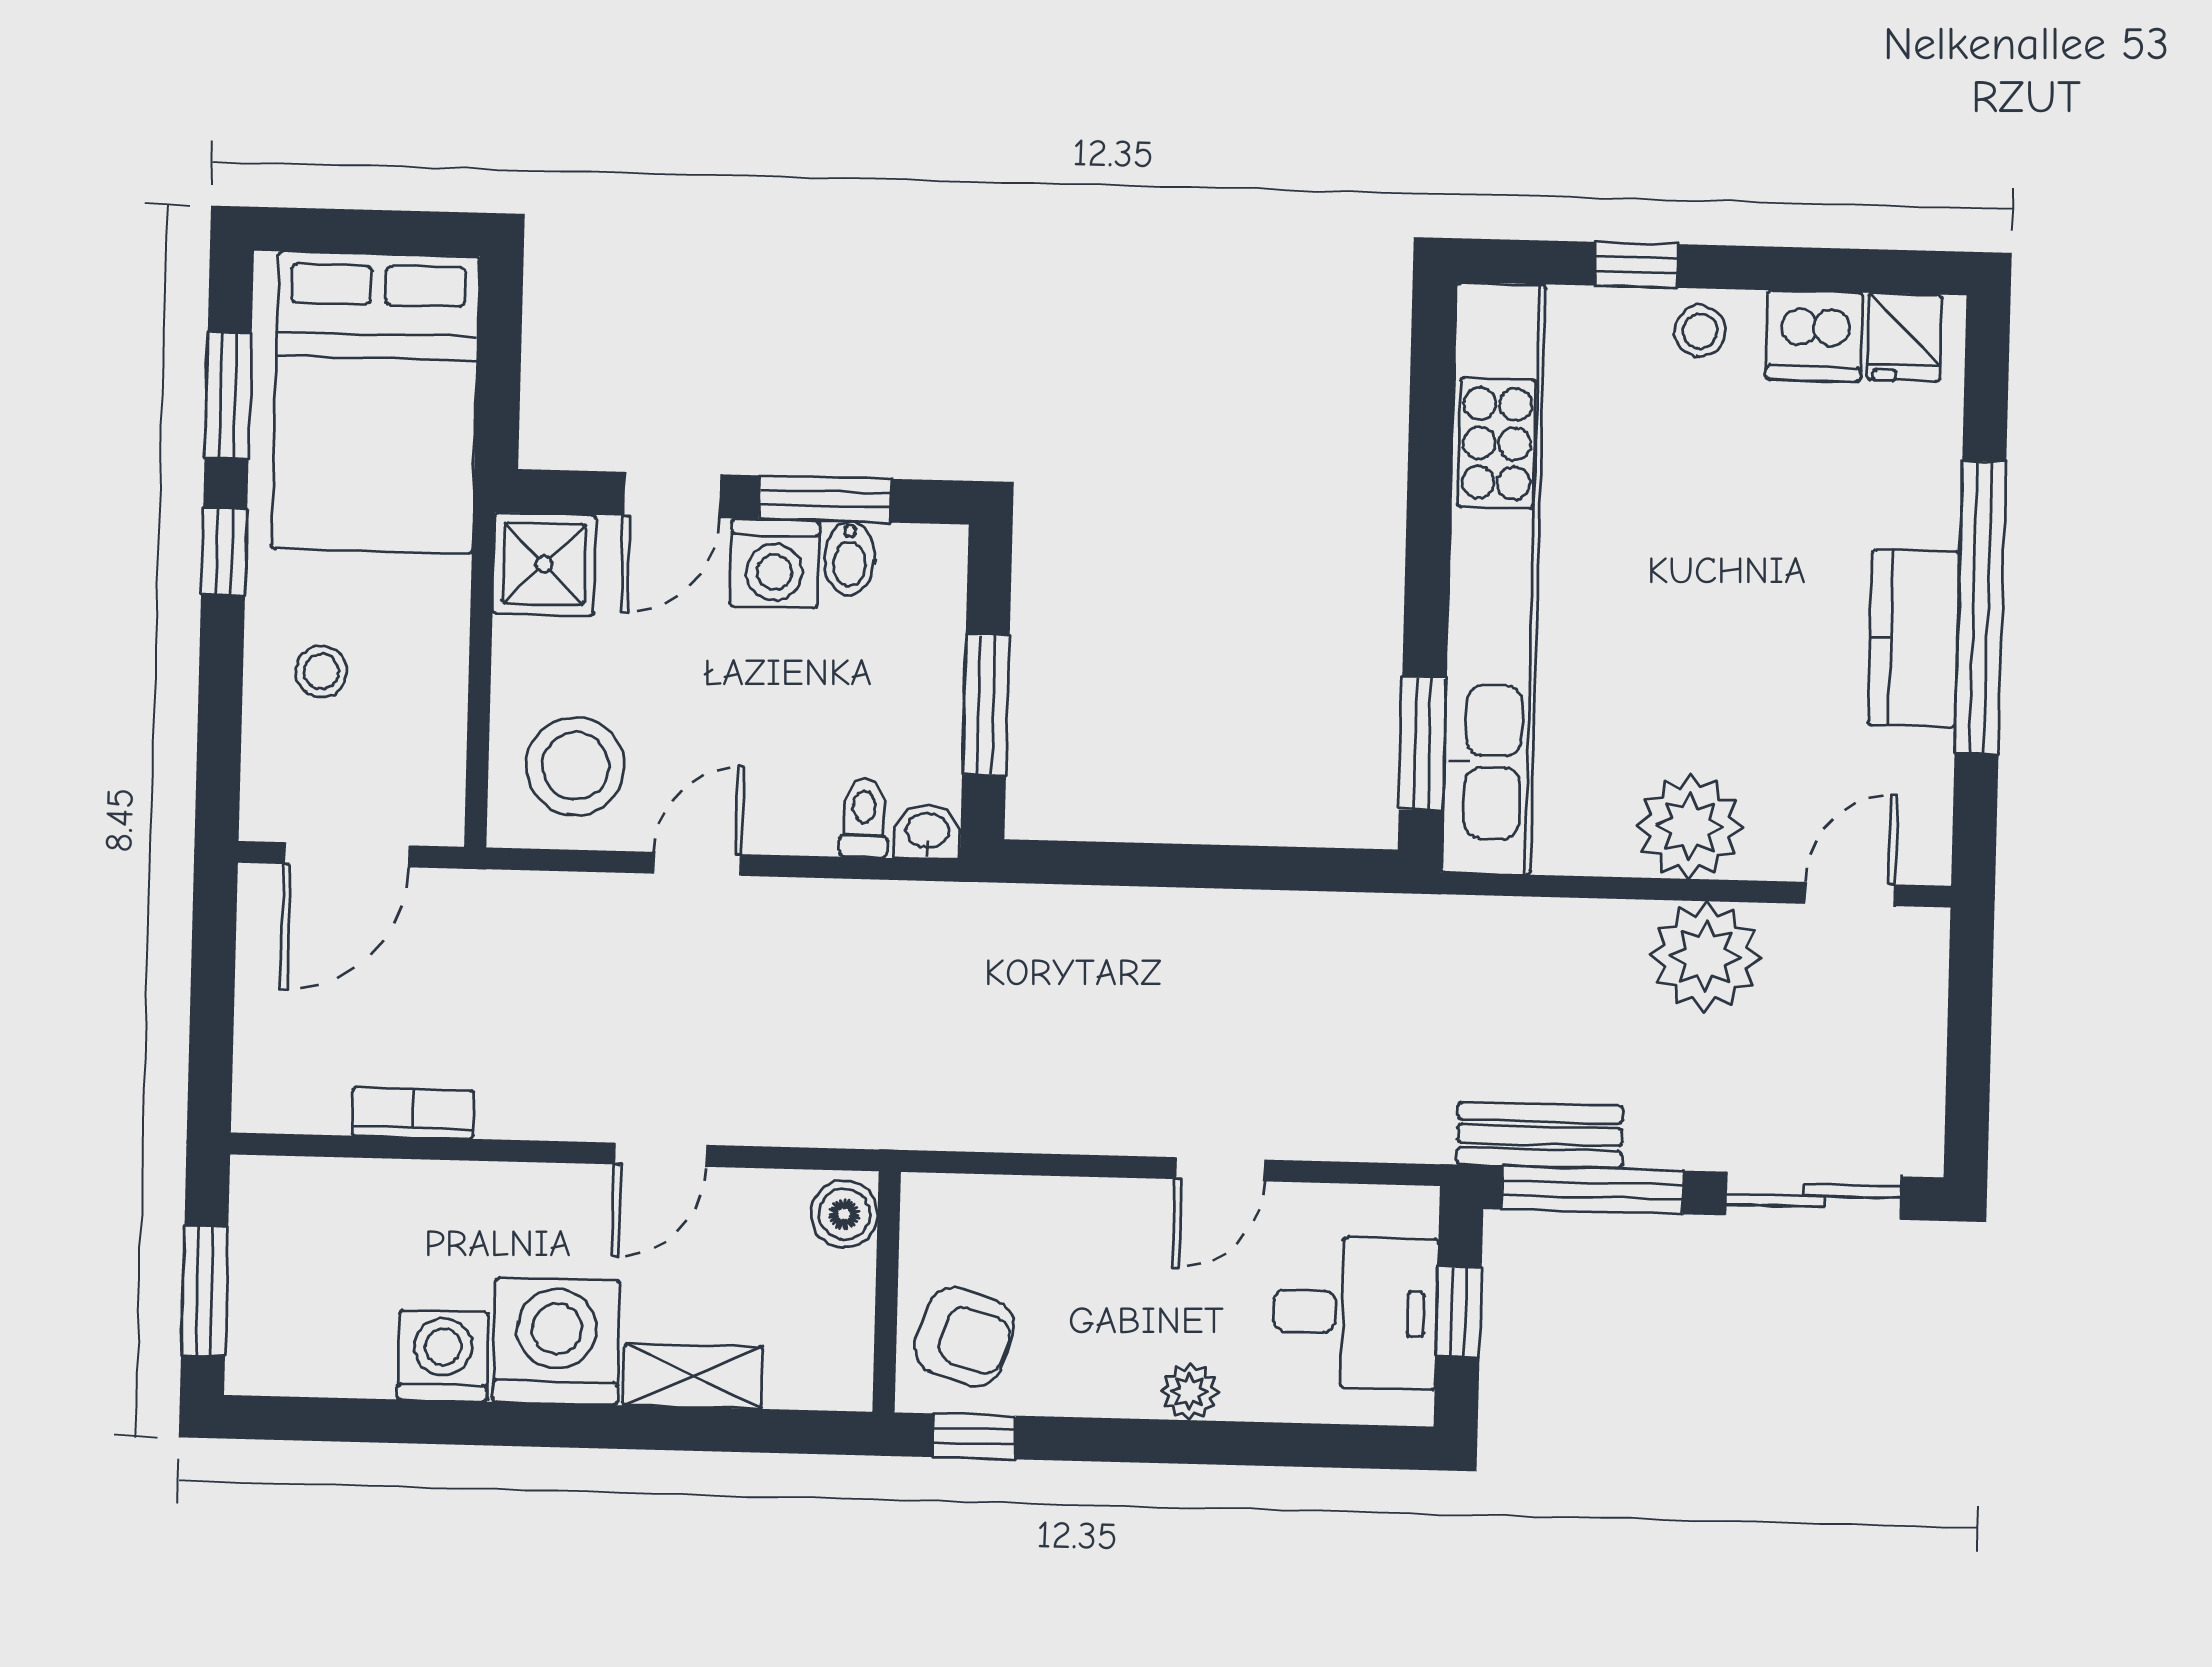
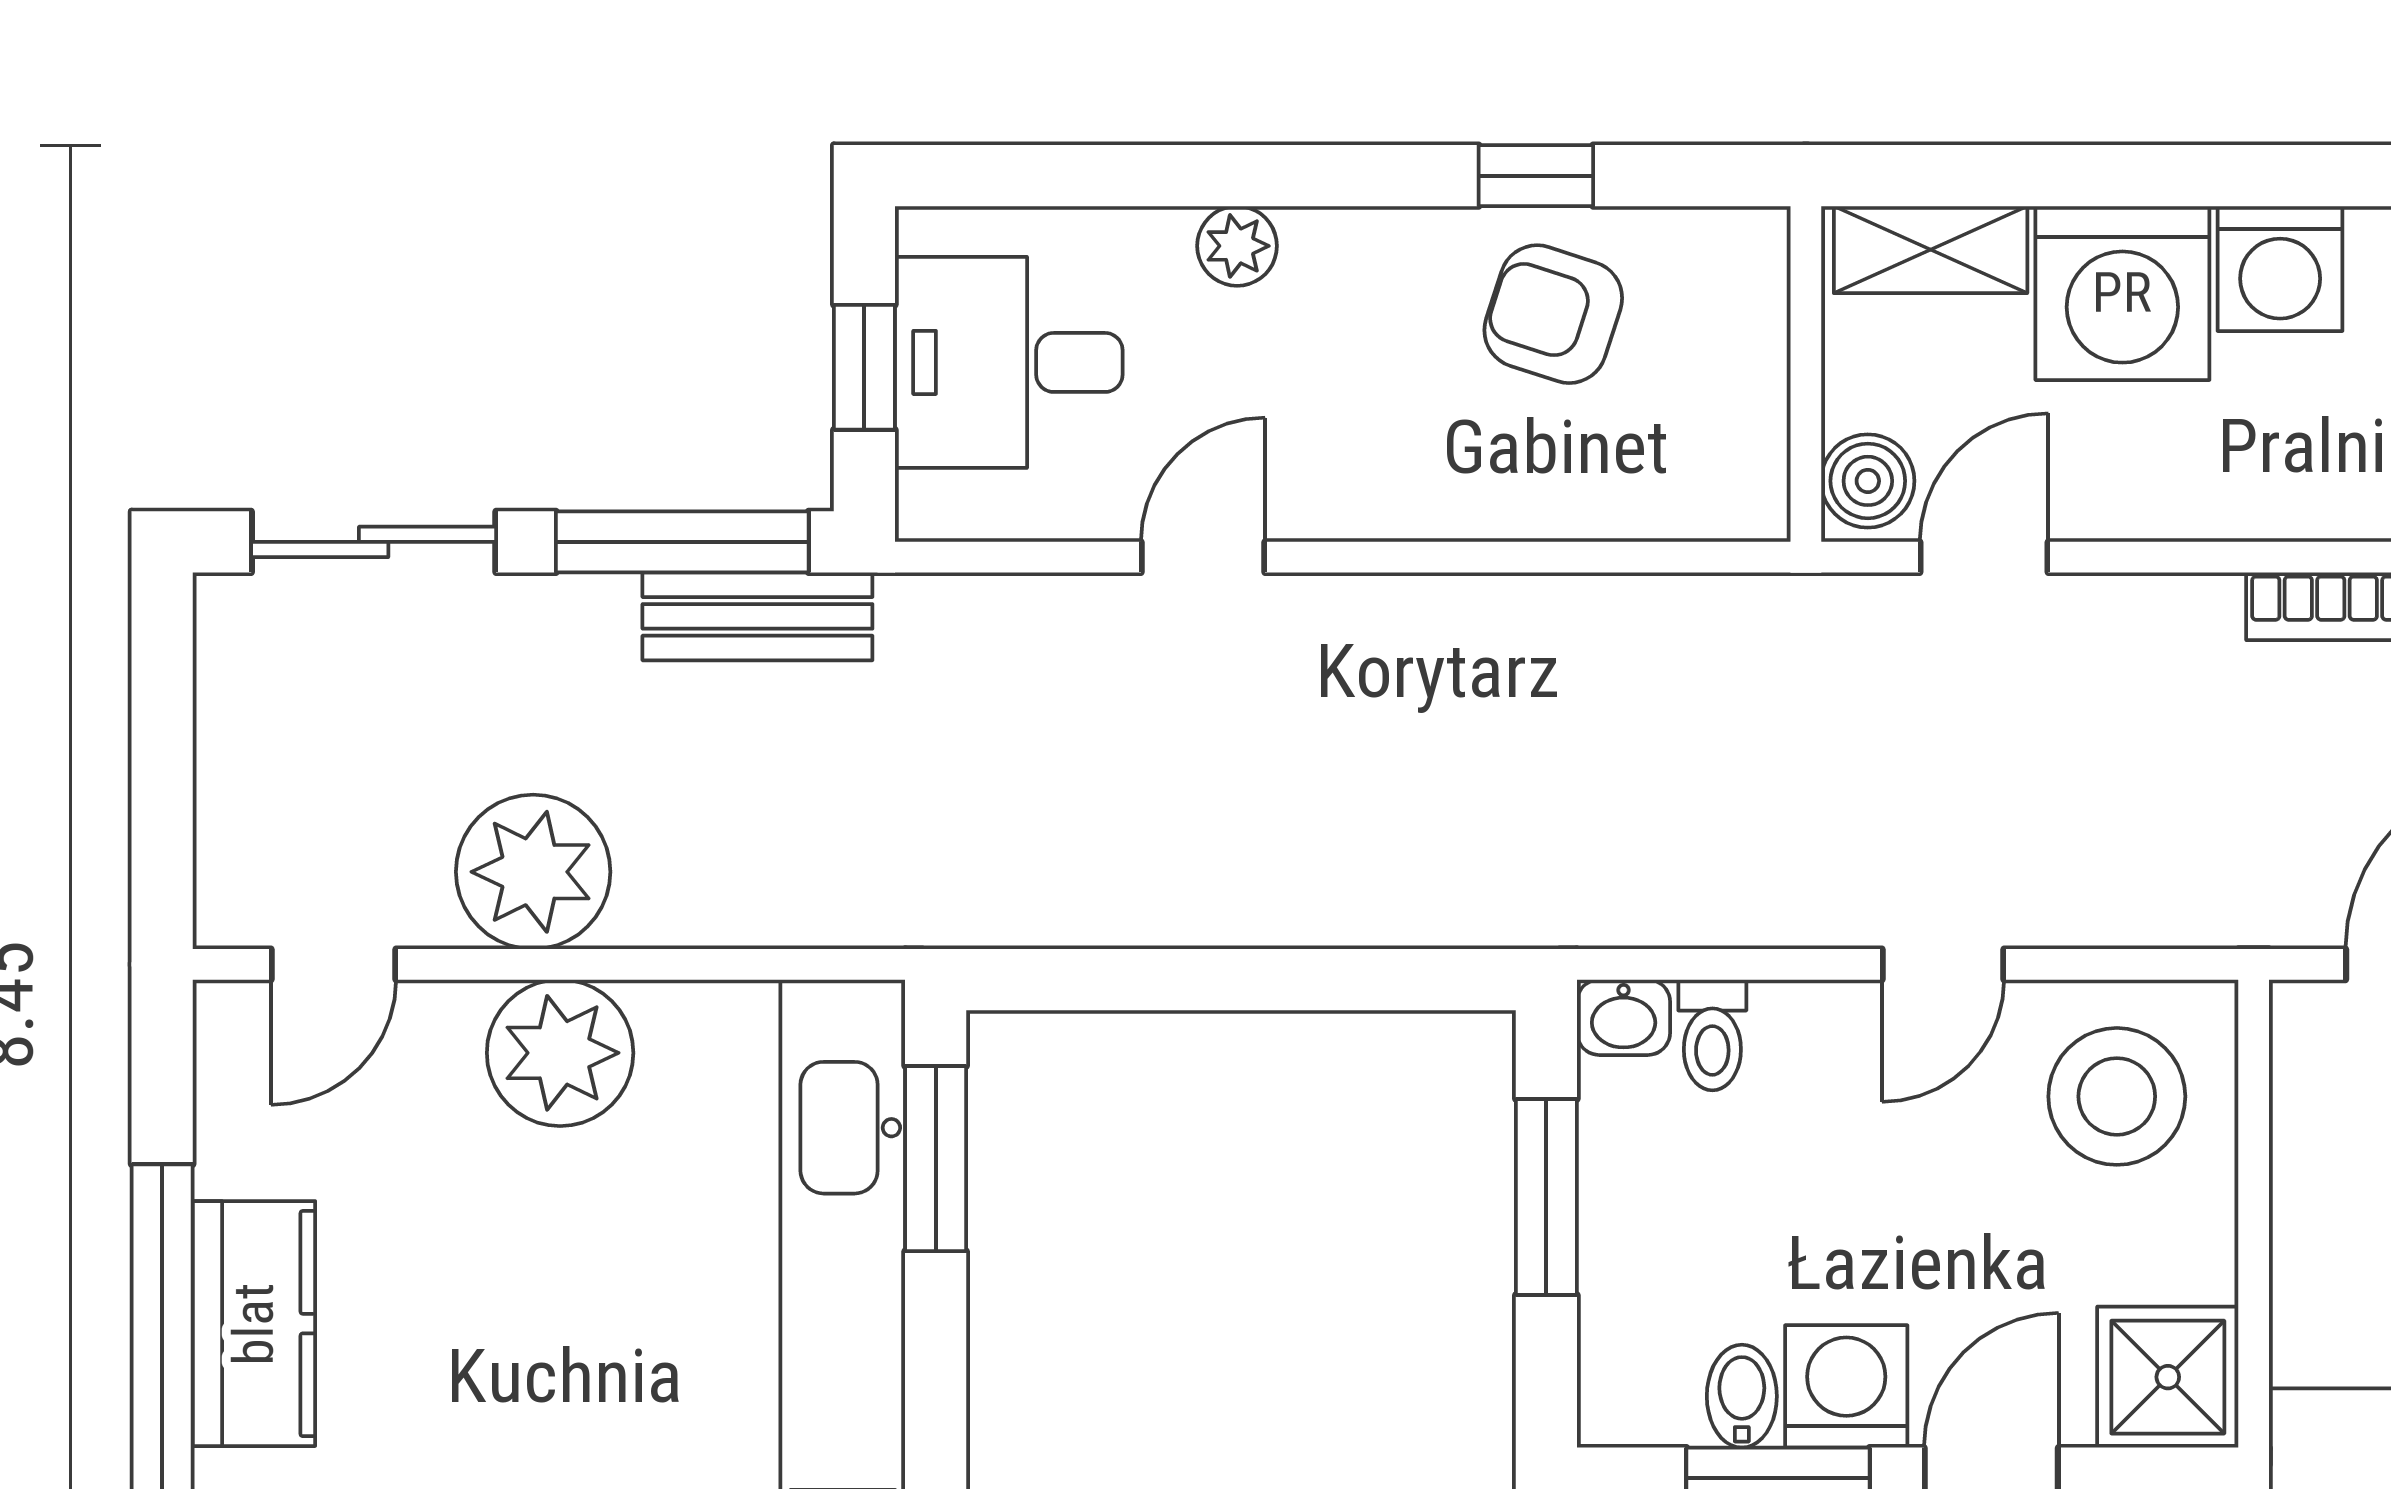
boiler: (844, 1214) -> (1868, 481), moved
wall: (887, 1292) -> (1806, 374), moved

